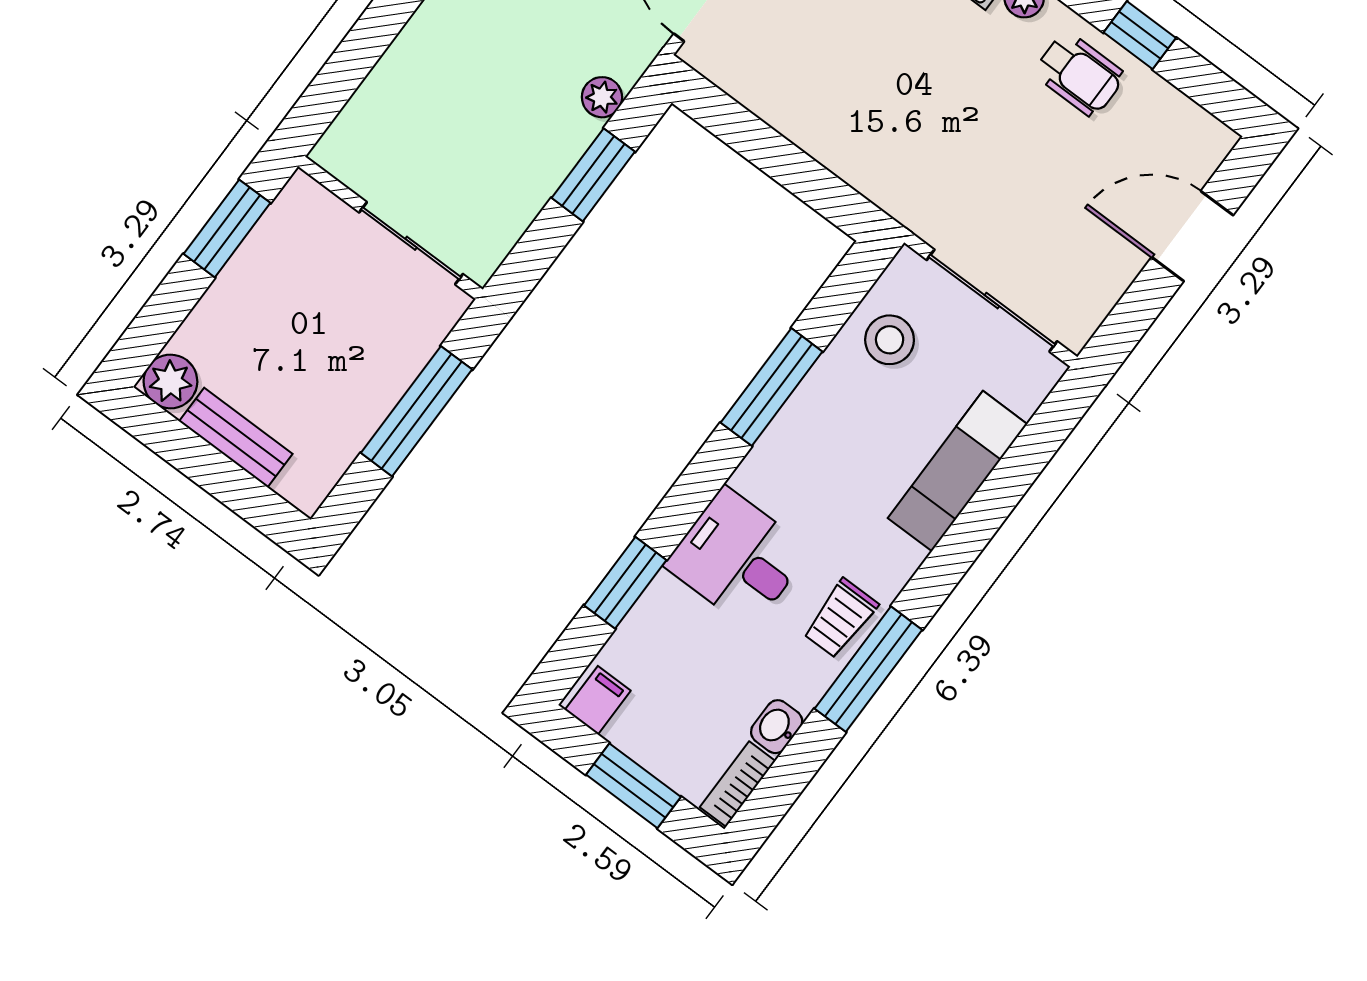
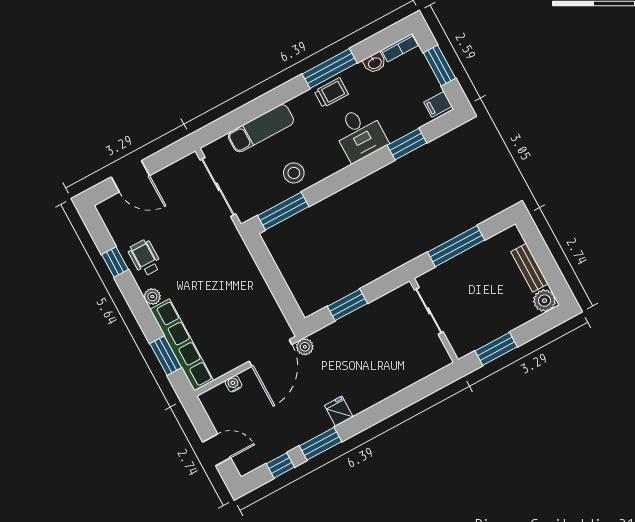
plant: (602, 97) -> (305, 347), moved
stool: (890, 340) -> (294, 173), moved
window: (772, 387) -> (283, 211), moved

